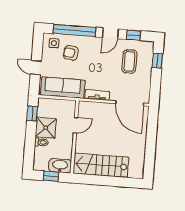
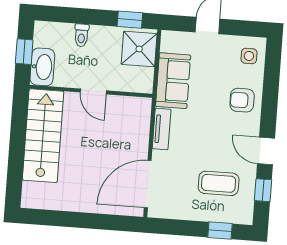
window: (74, 30) -> (271, 90), removed
armchair: (71, 53) -> (242, 100), moved, turned -97
sofa: (63, 88) -> (173, 81), width x0.73
door: (76, 125) -> (93, 91), moved
shower: (46, 128) -> (139, 49), moved

